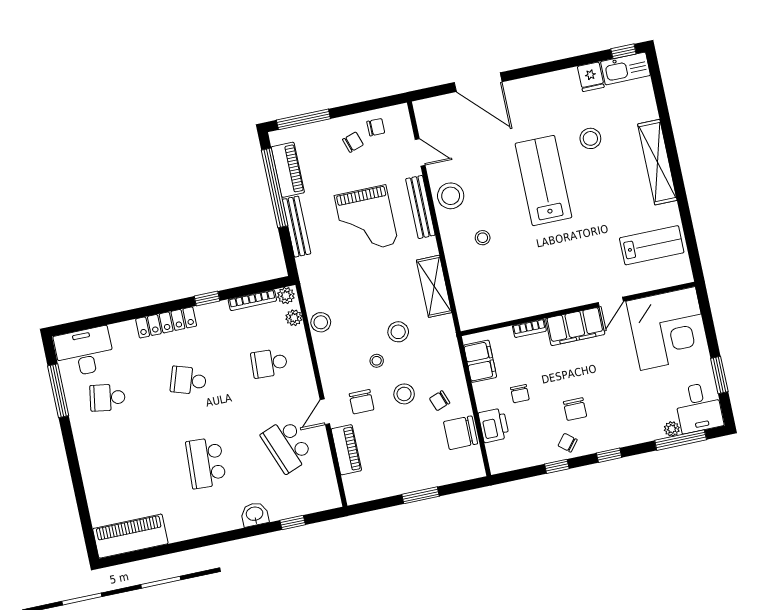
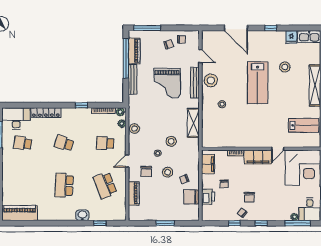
window: (623, 51) -> (271, 28), moved
lab bench: (543, 181) -> (258, 83), turned 180
locker: (166, 322) -> (46, 113), moved
door: (325, 412) -> (127, 161), moved

